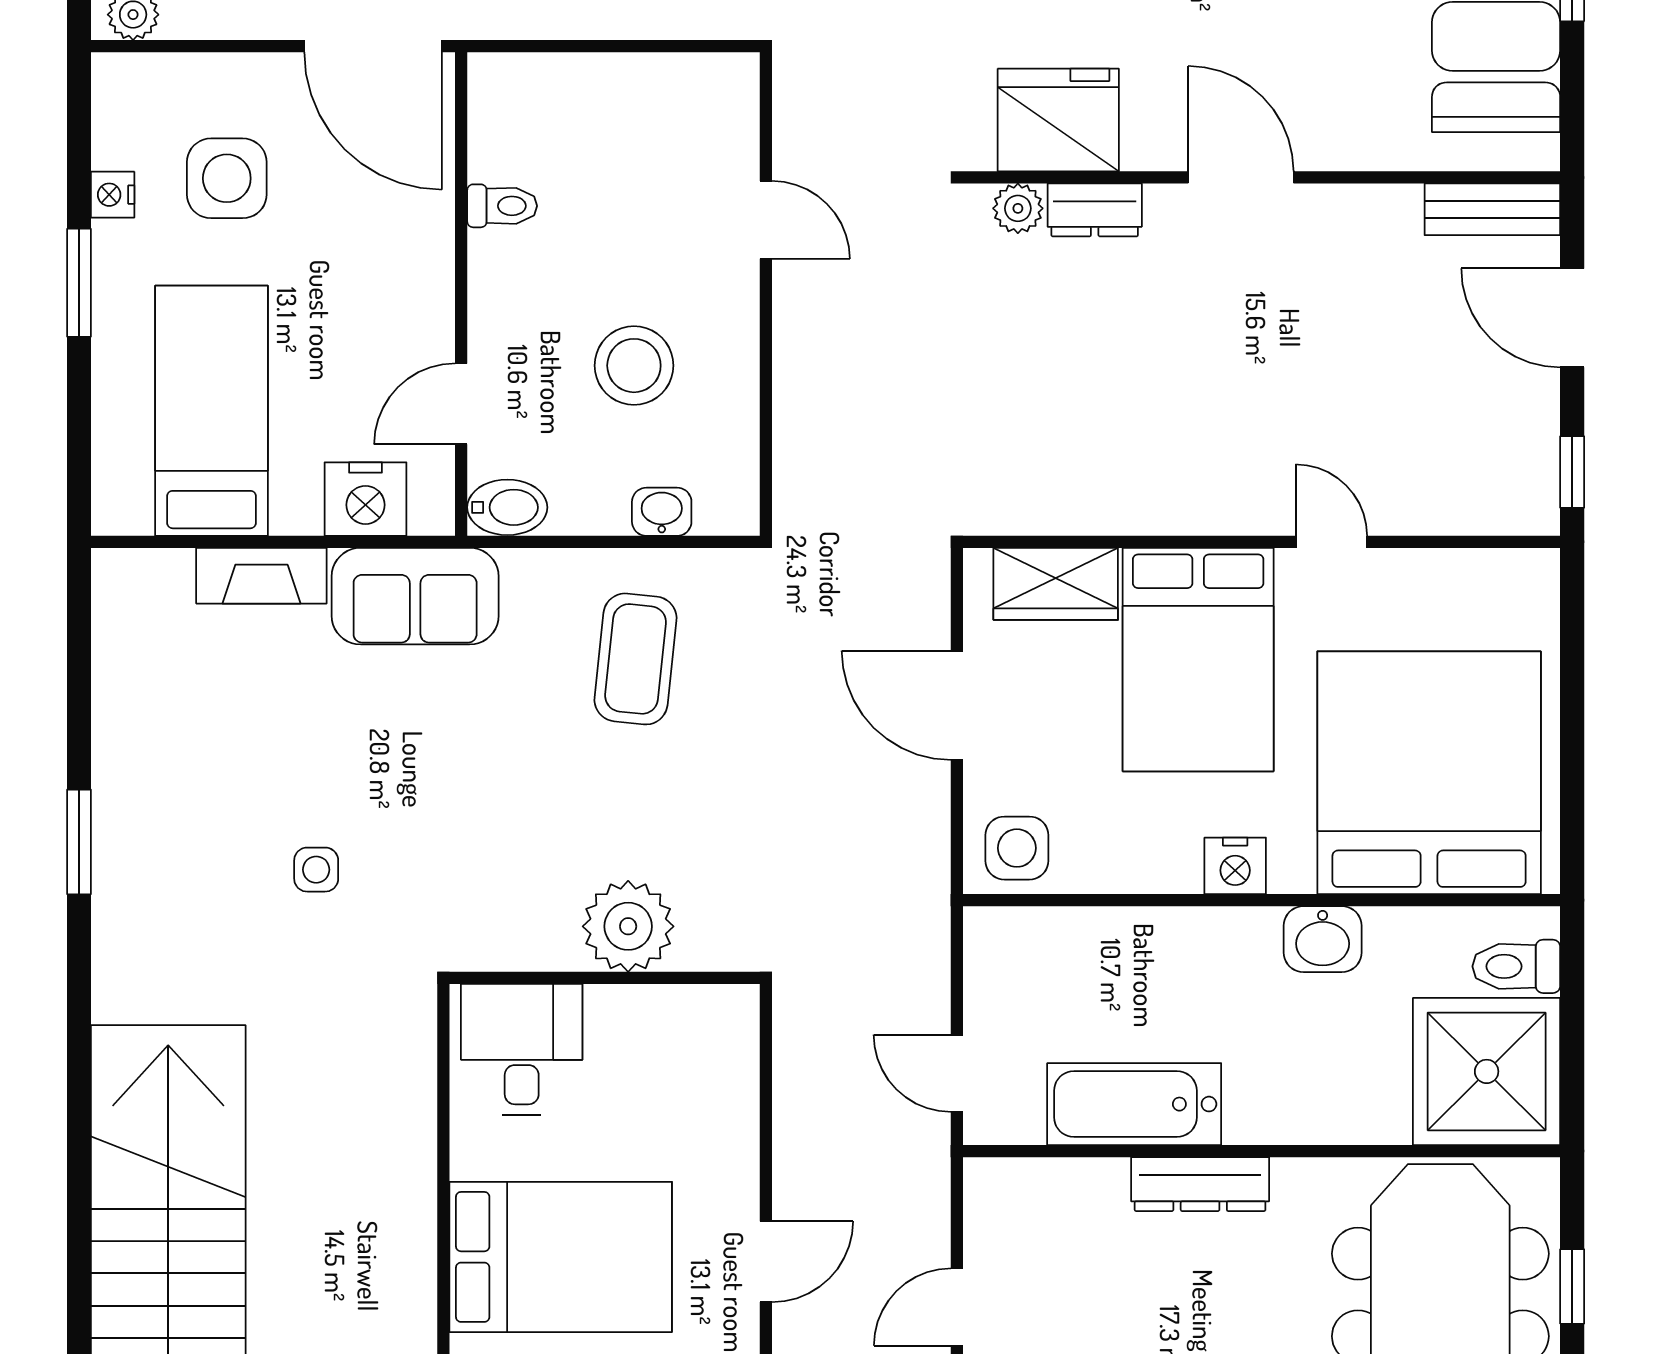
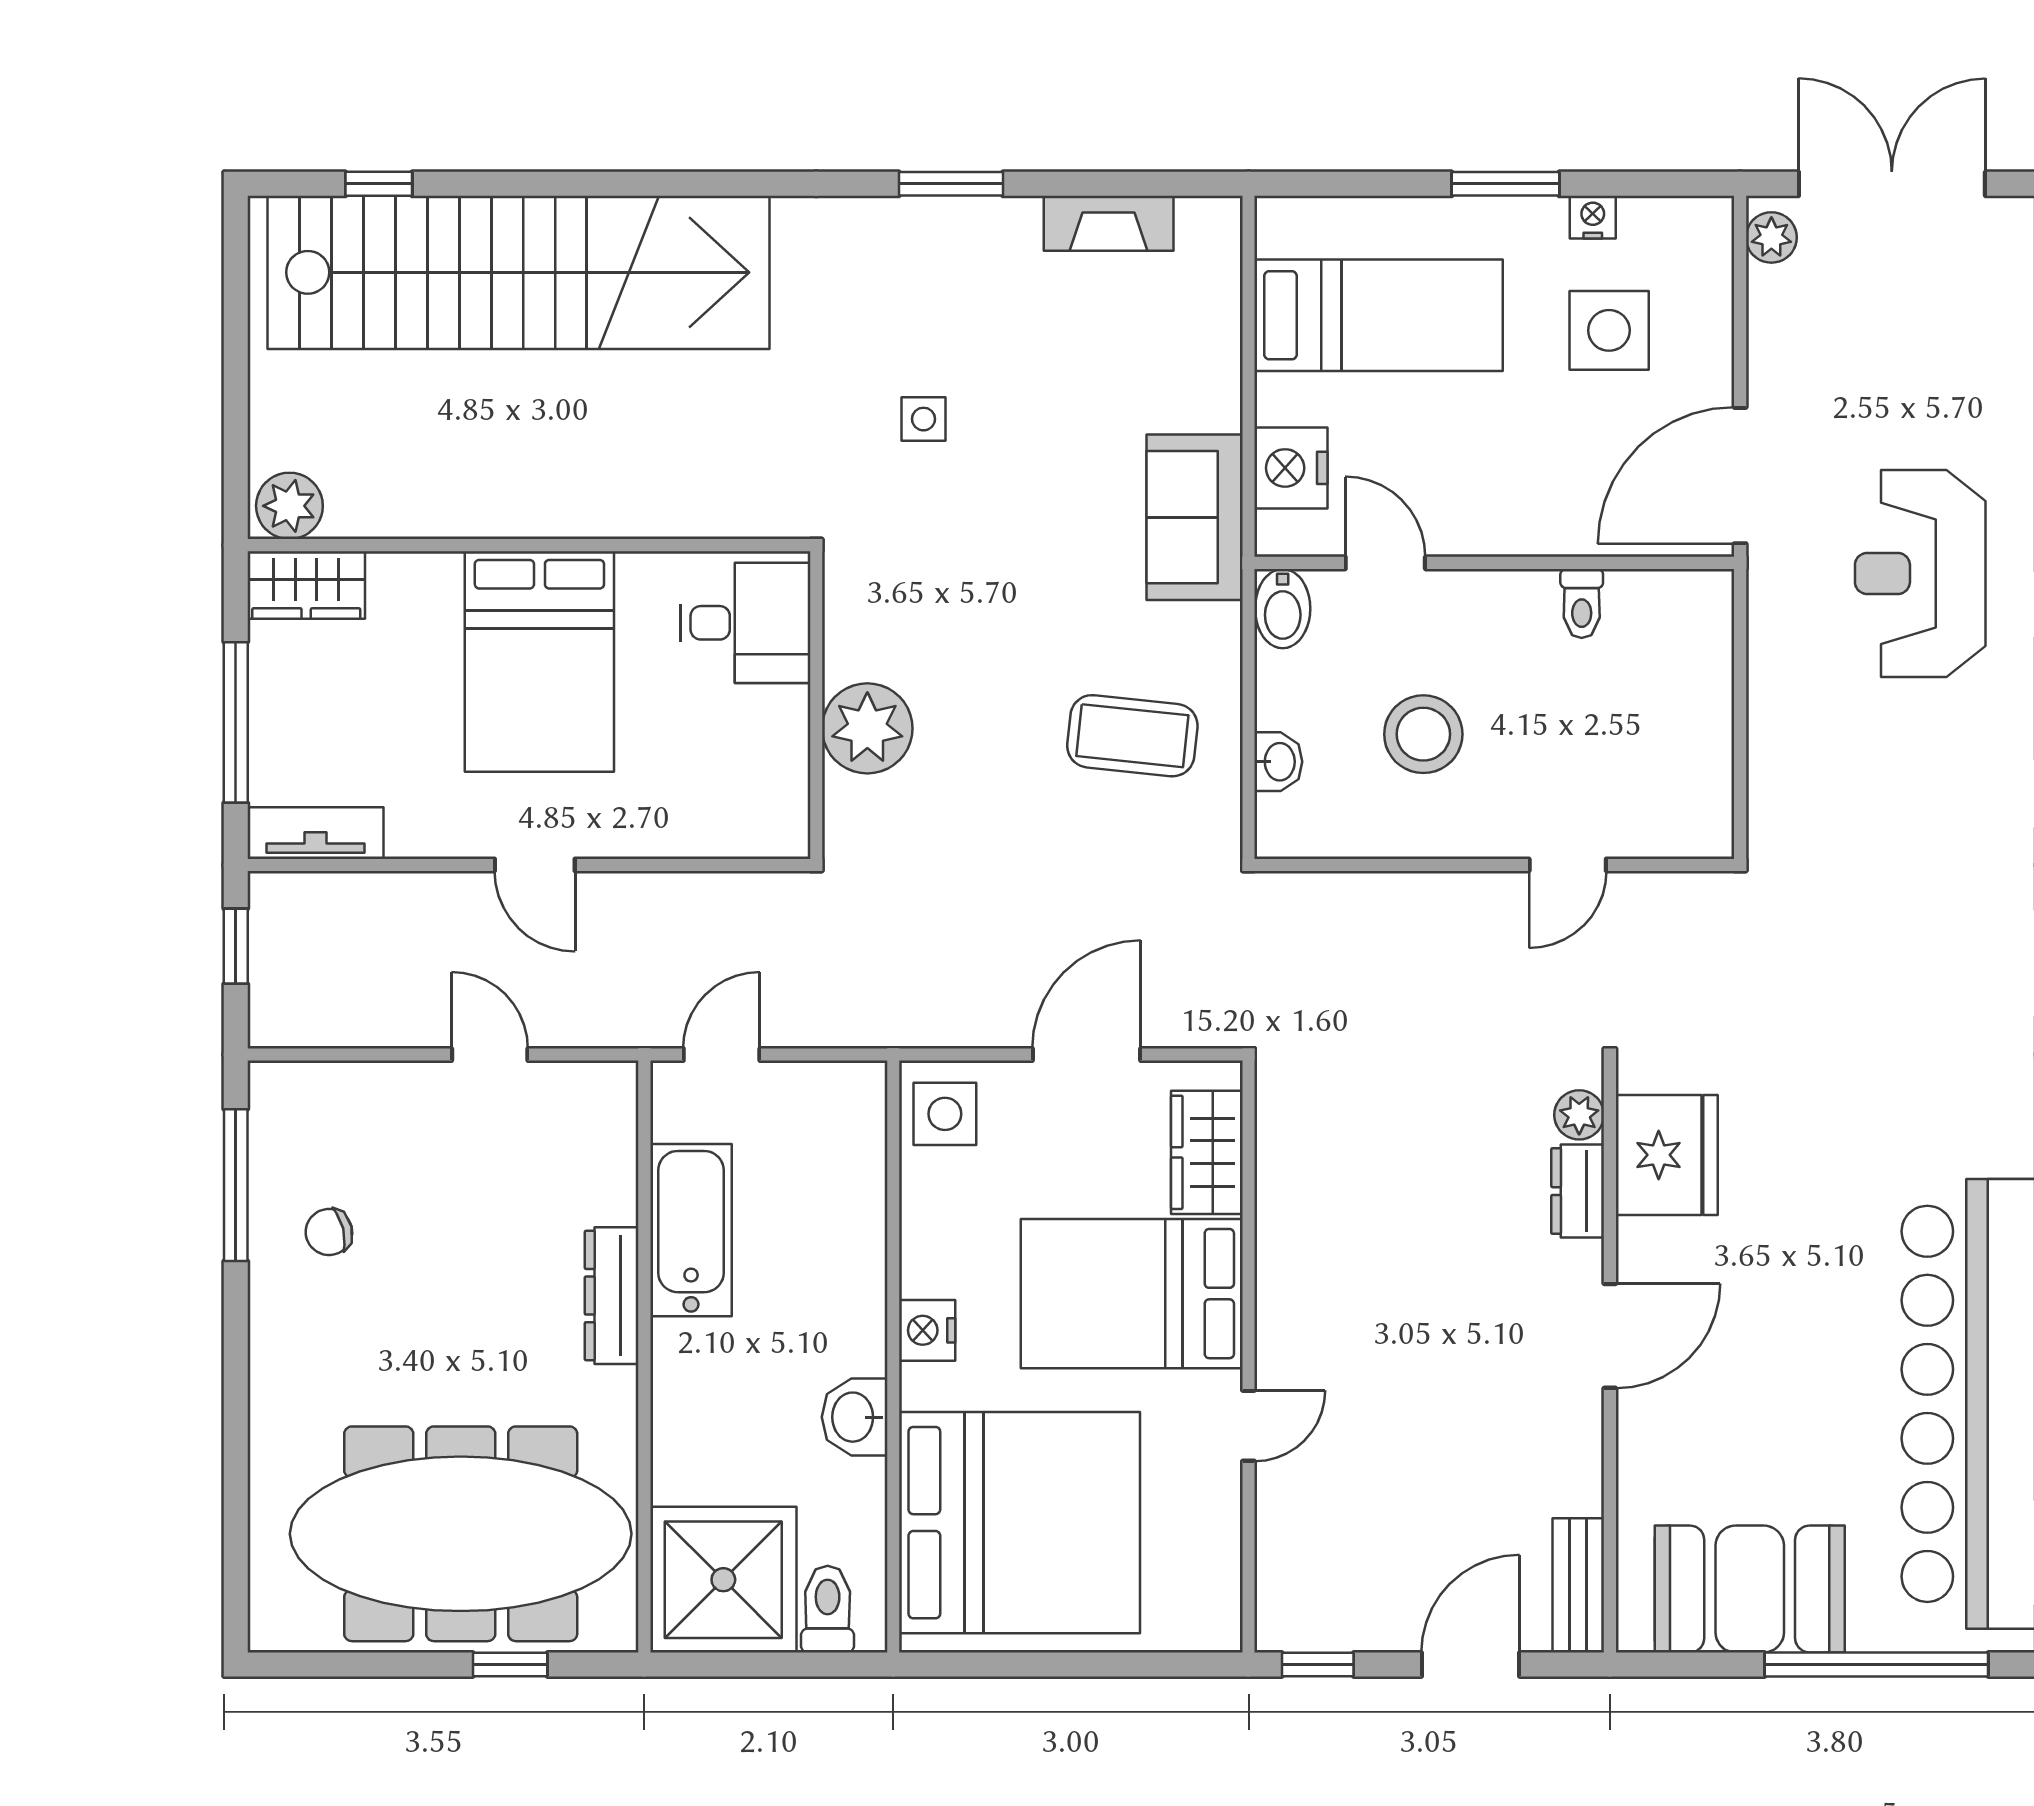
fireplace: (261, 576) -> (1109, 223), moved, turned -90

